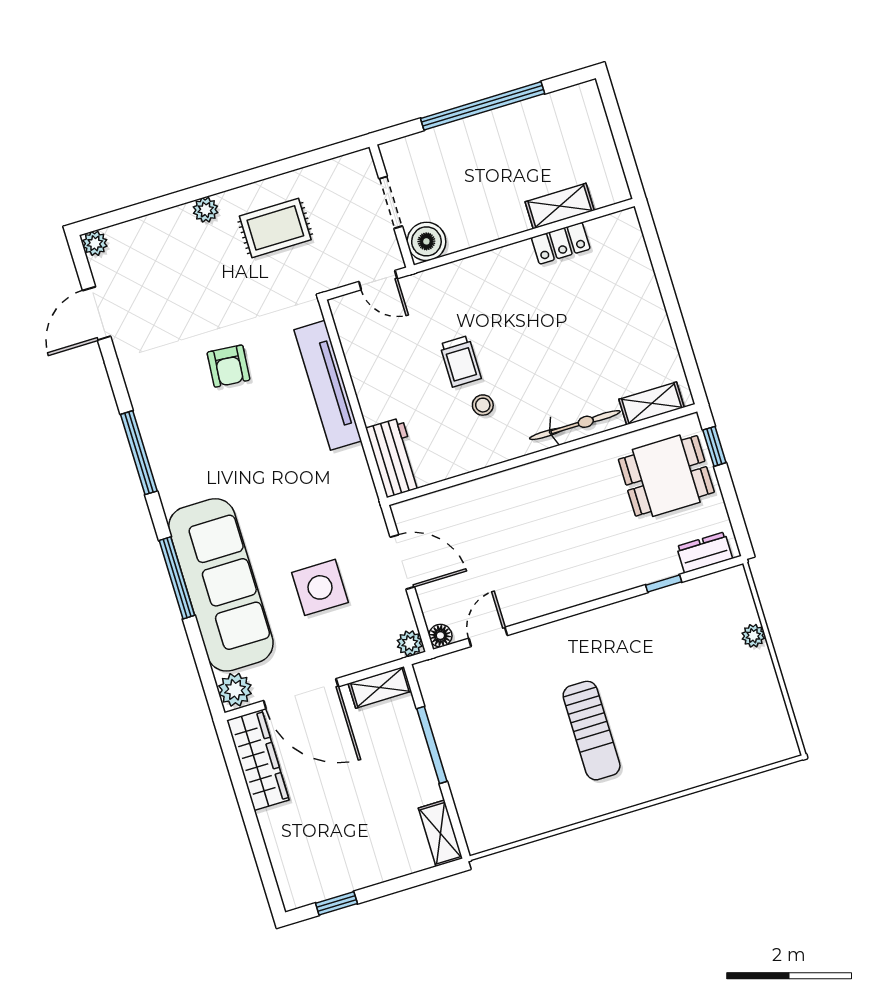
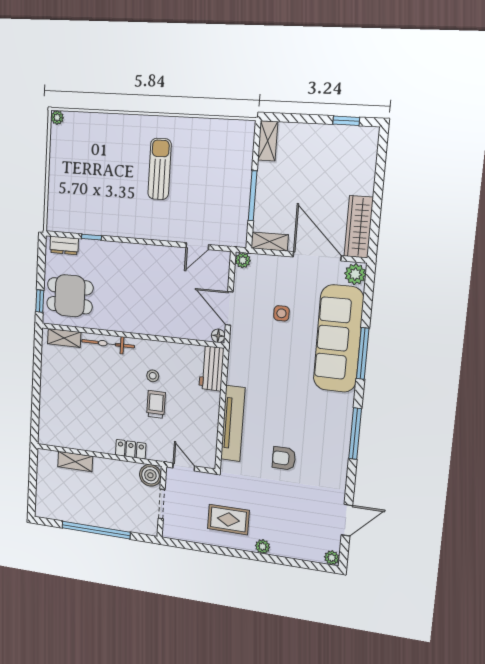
locker: (561, 243) -> (131, 449), moved
armchair: (229, 366) -> (284, 458), turned -95
side table: (320, 587) -> (281, 313), width x0.54, depth x0.54
floor lamp: (440, 636) -> (218, 336), moved
plant: (753, 636) -> (57, 117), moved

